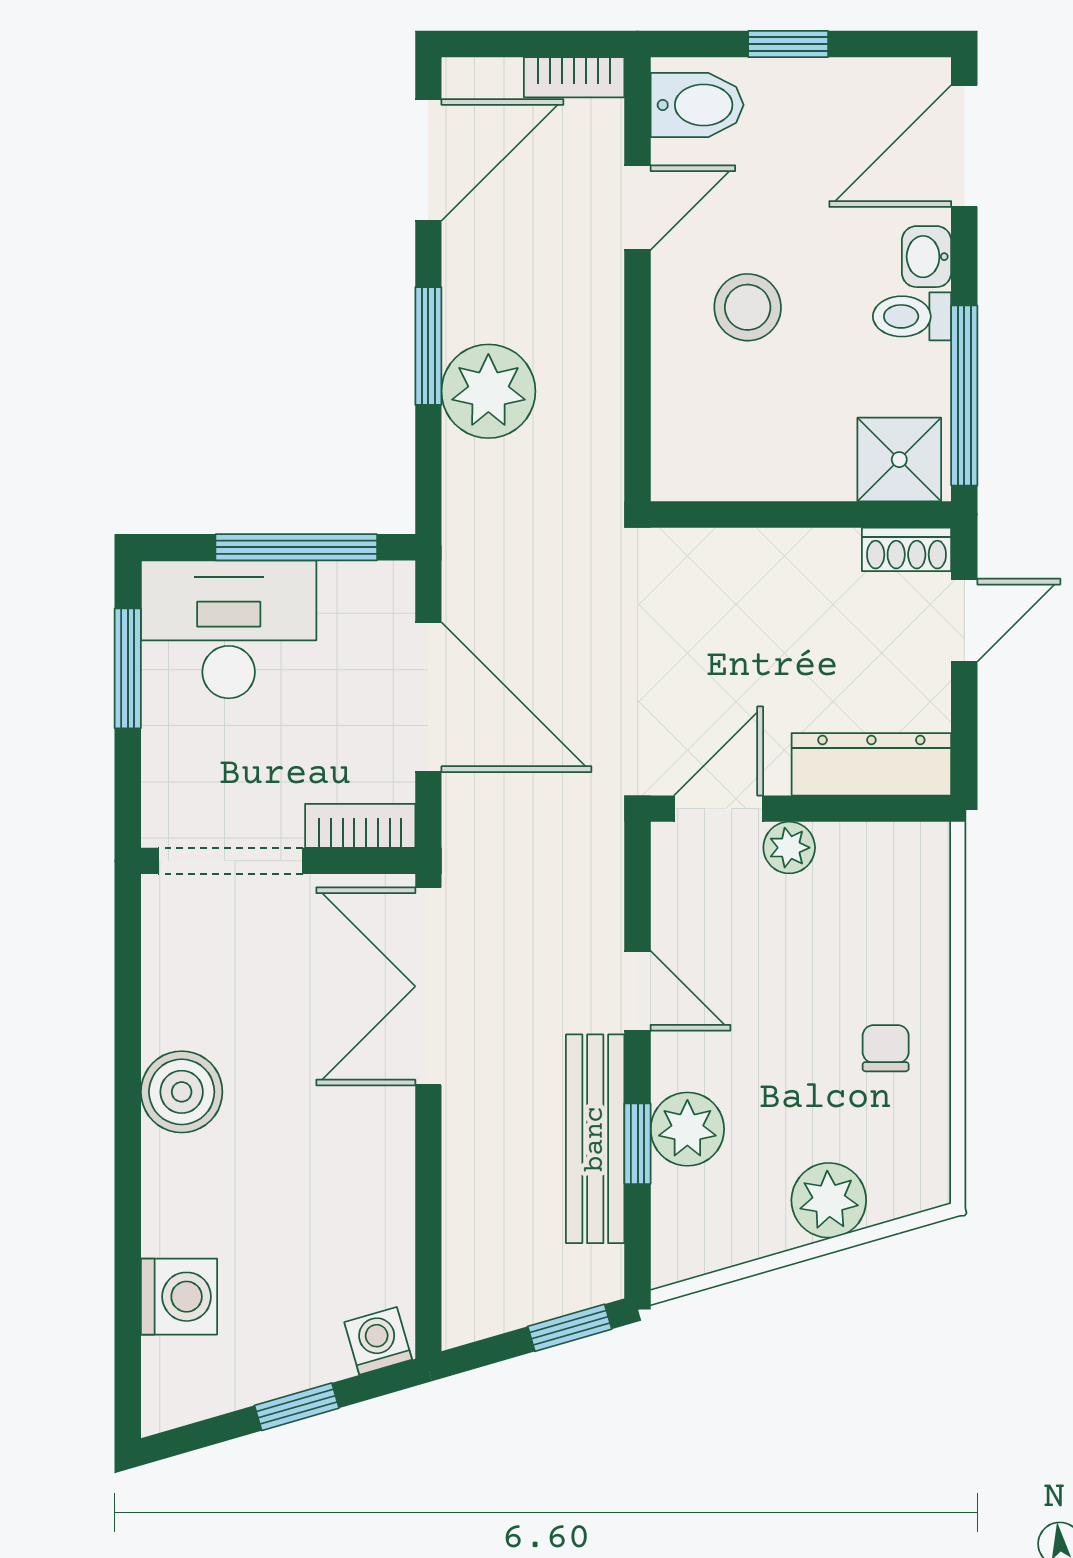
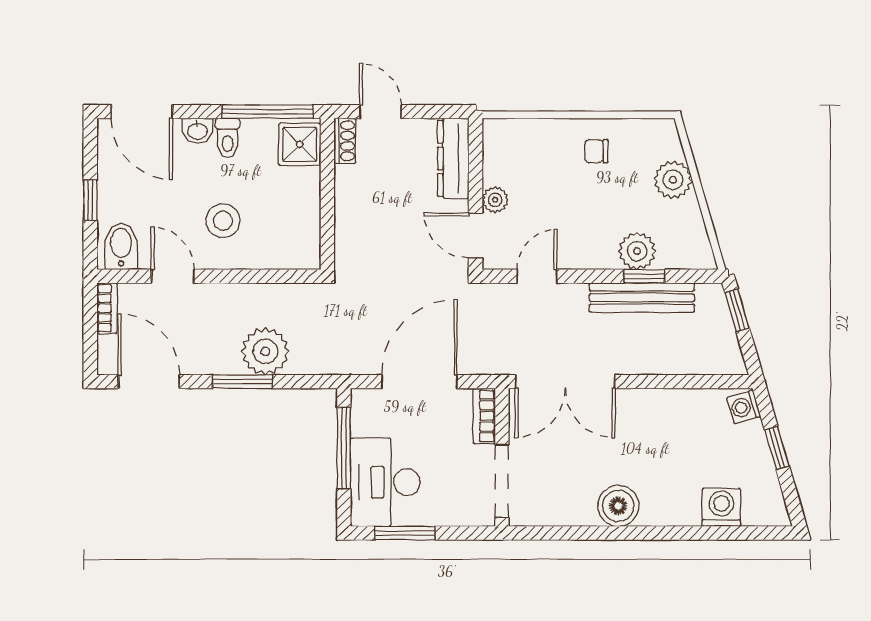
door: (638, 991) -> (537, 276), moved

